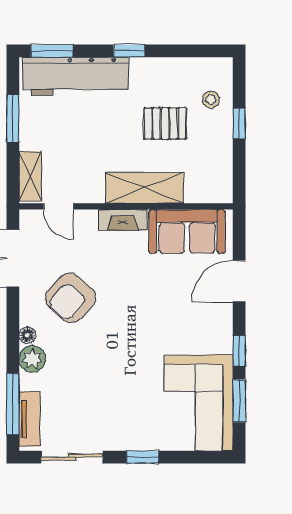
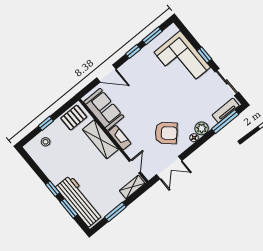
window: (52, 51) -> (69, 208), moved
pallet: (165, 123) -> (74, 118), moved, turned 90
corner sofa: (199, 403) -> (182, 60), moved, turned 90

